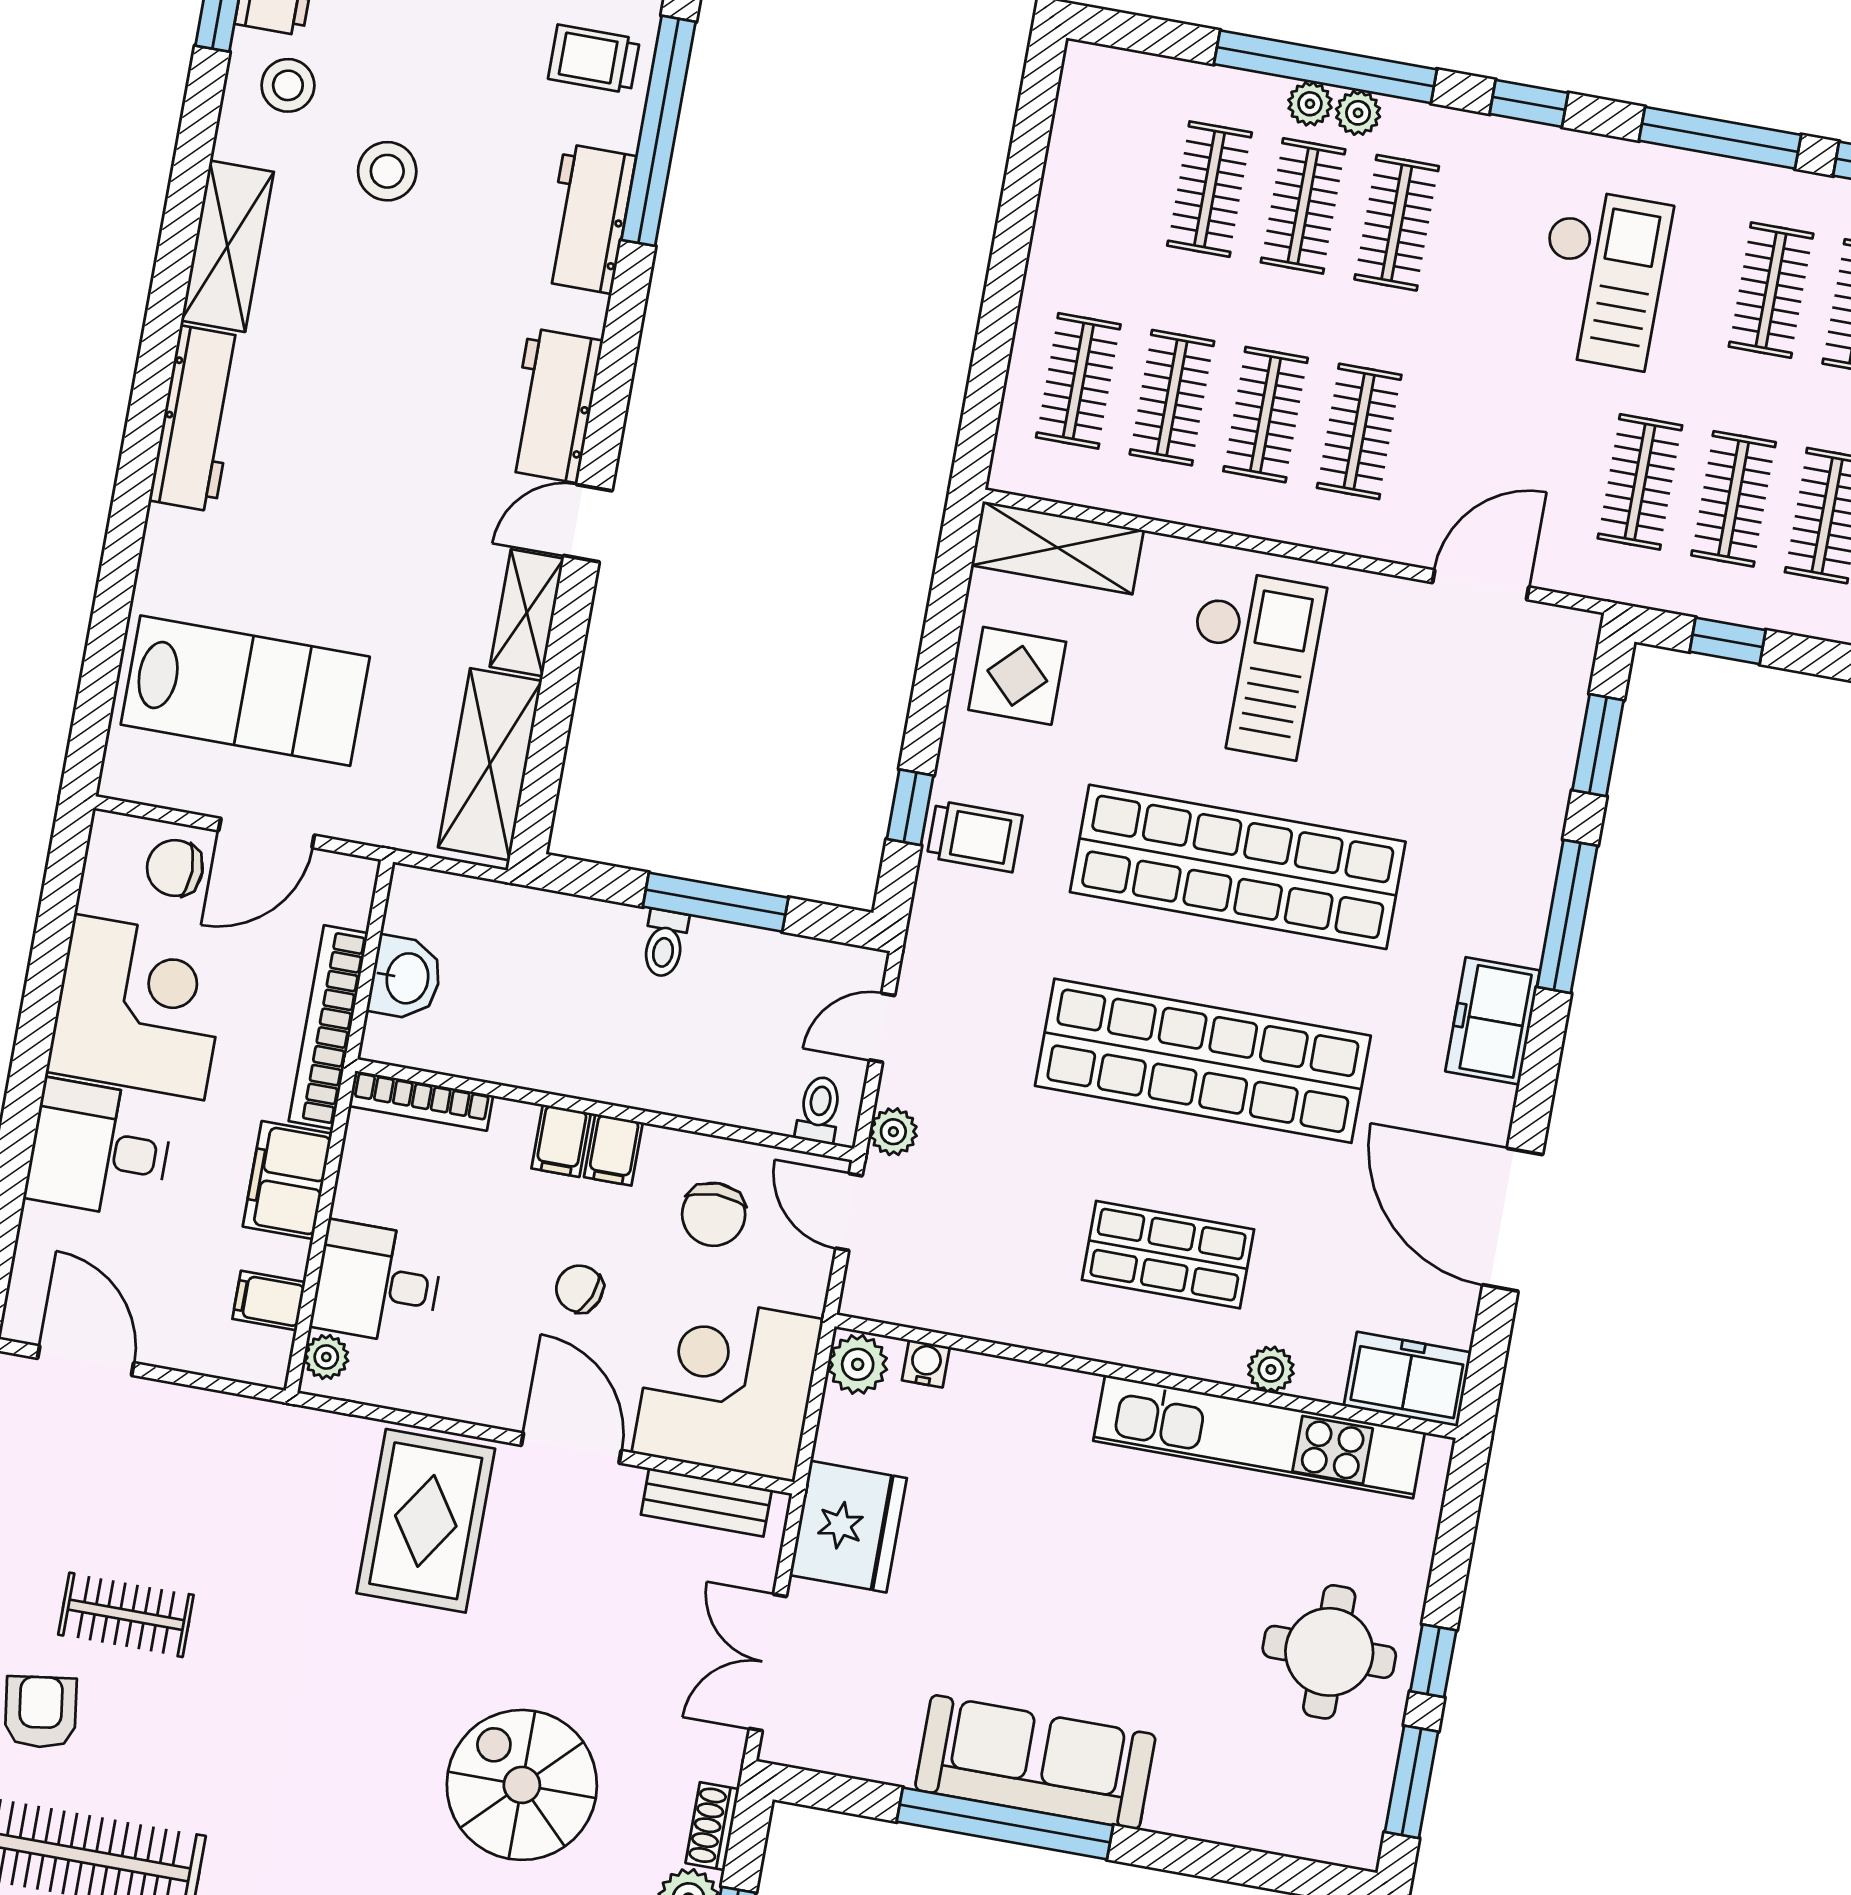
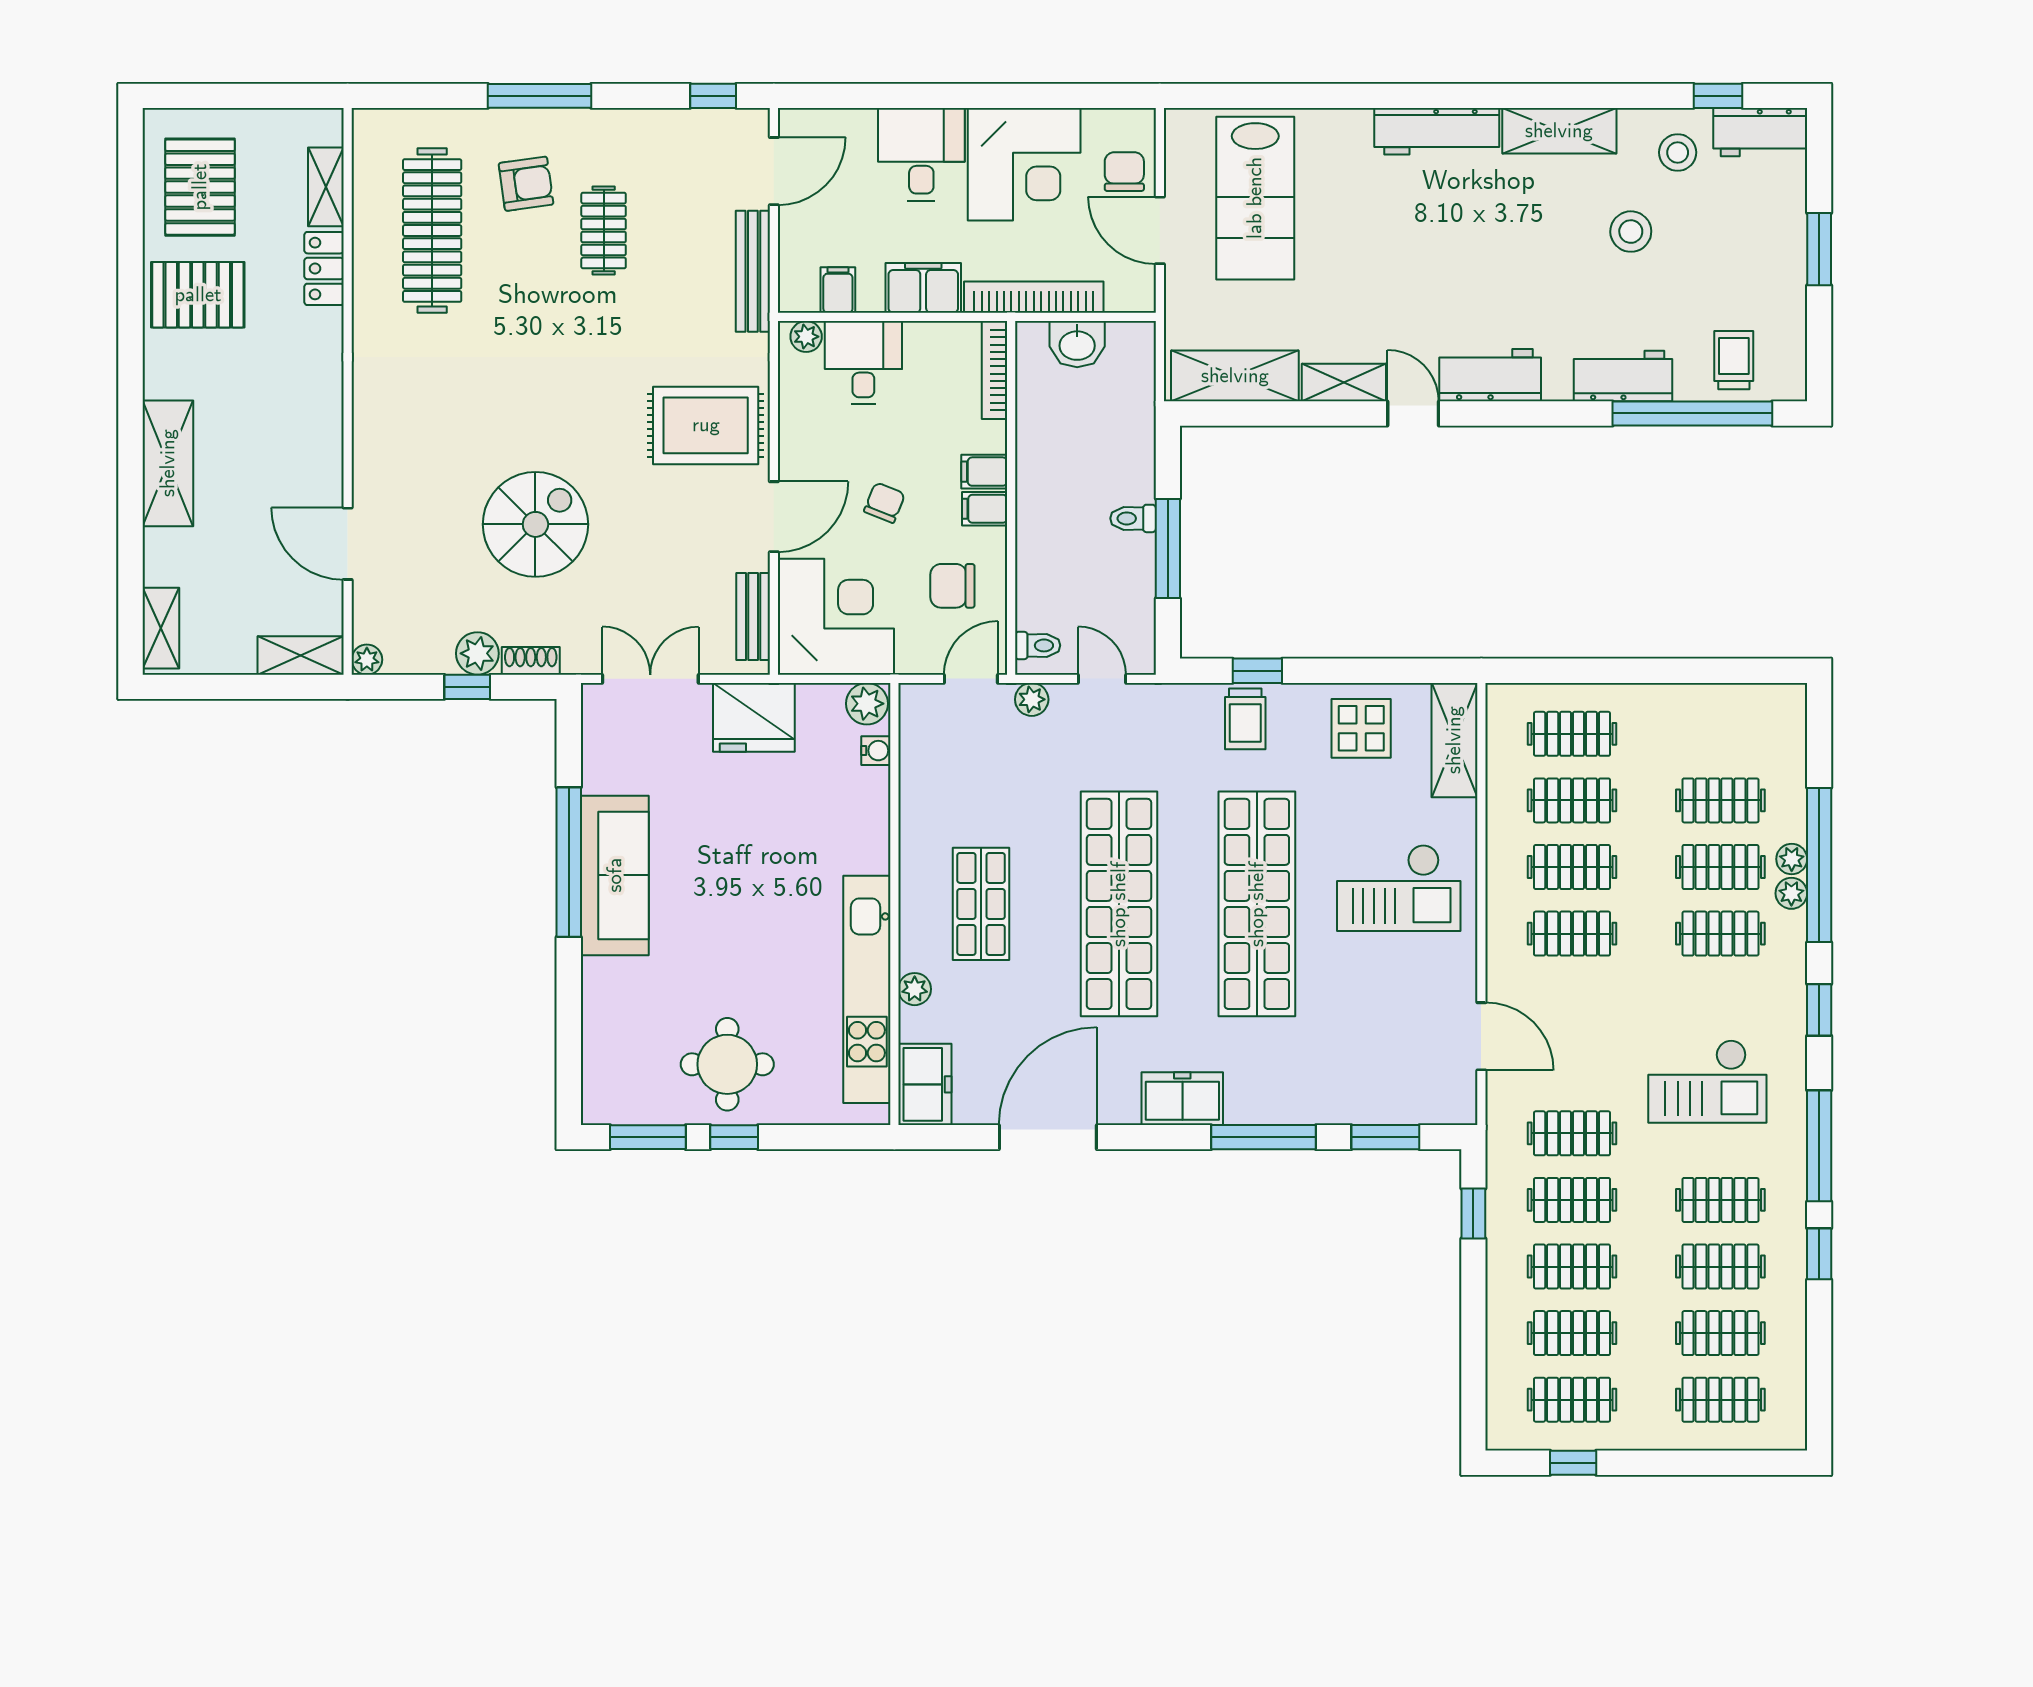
bench: (221, 1415) -> (753, 271), added

